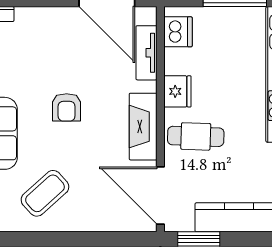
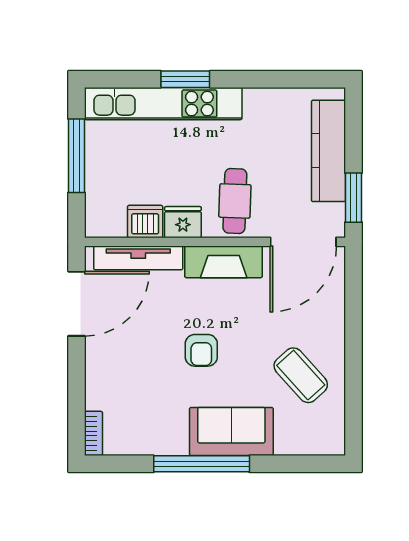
dishwasher: (178, 32) -> (145, 222), moved
tv unit: (146, 53) -> (138, 258), width x1.41
armchair: (67, 107) -> (201, 350), turned 90

